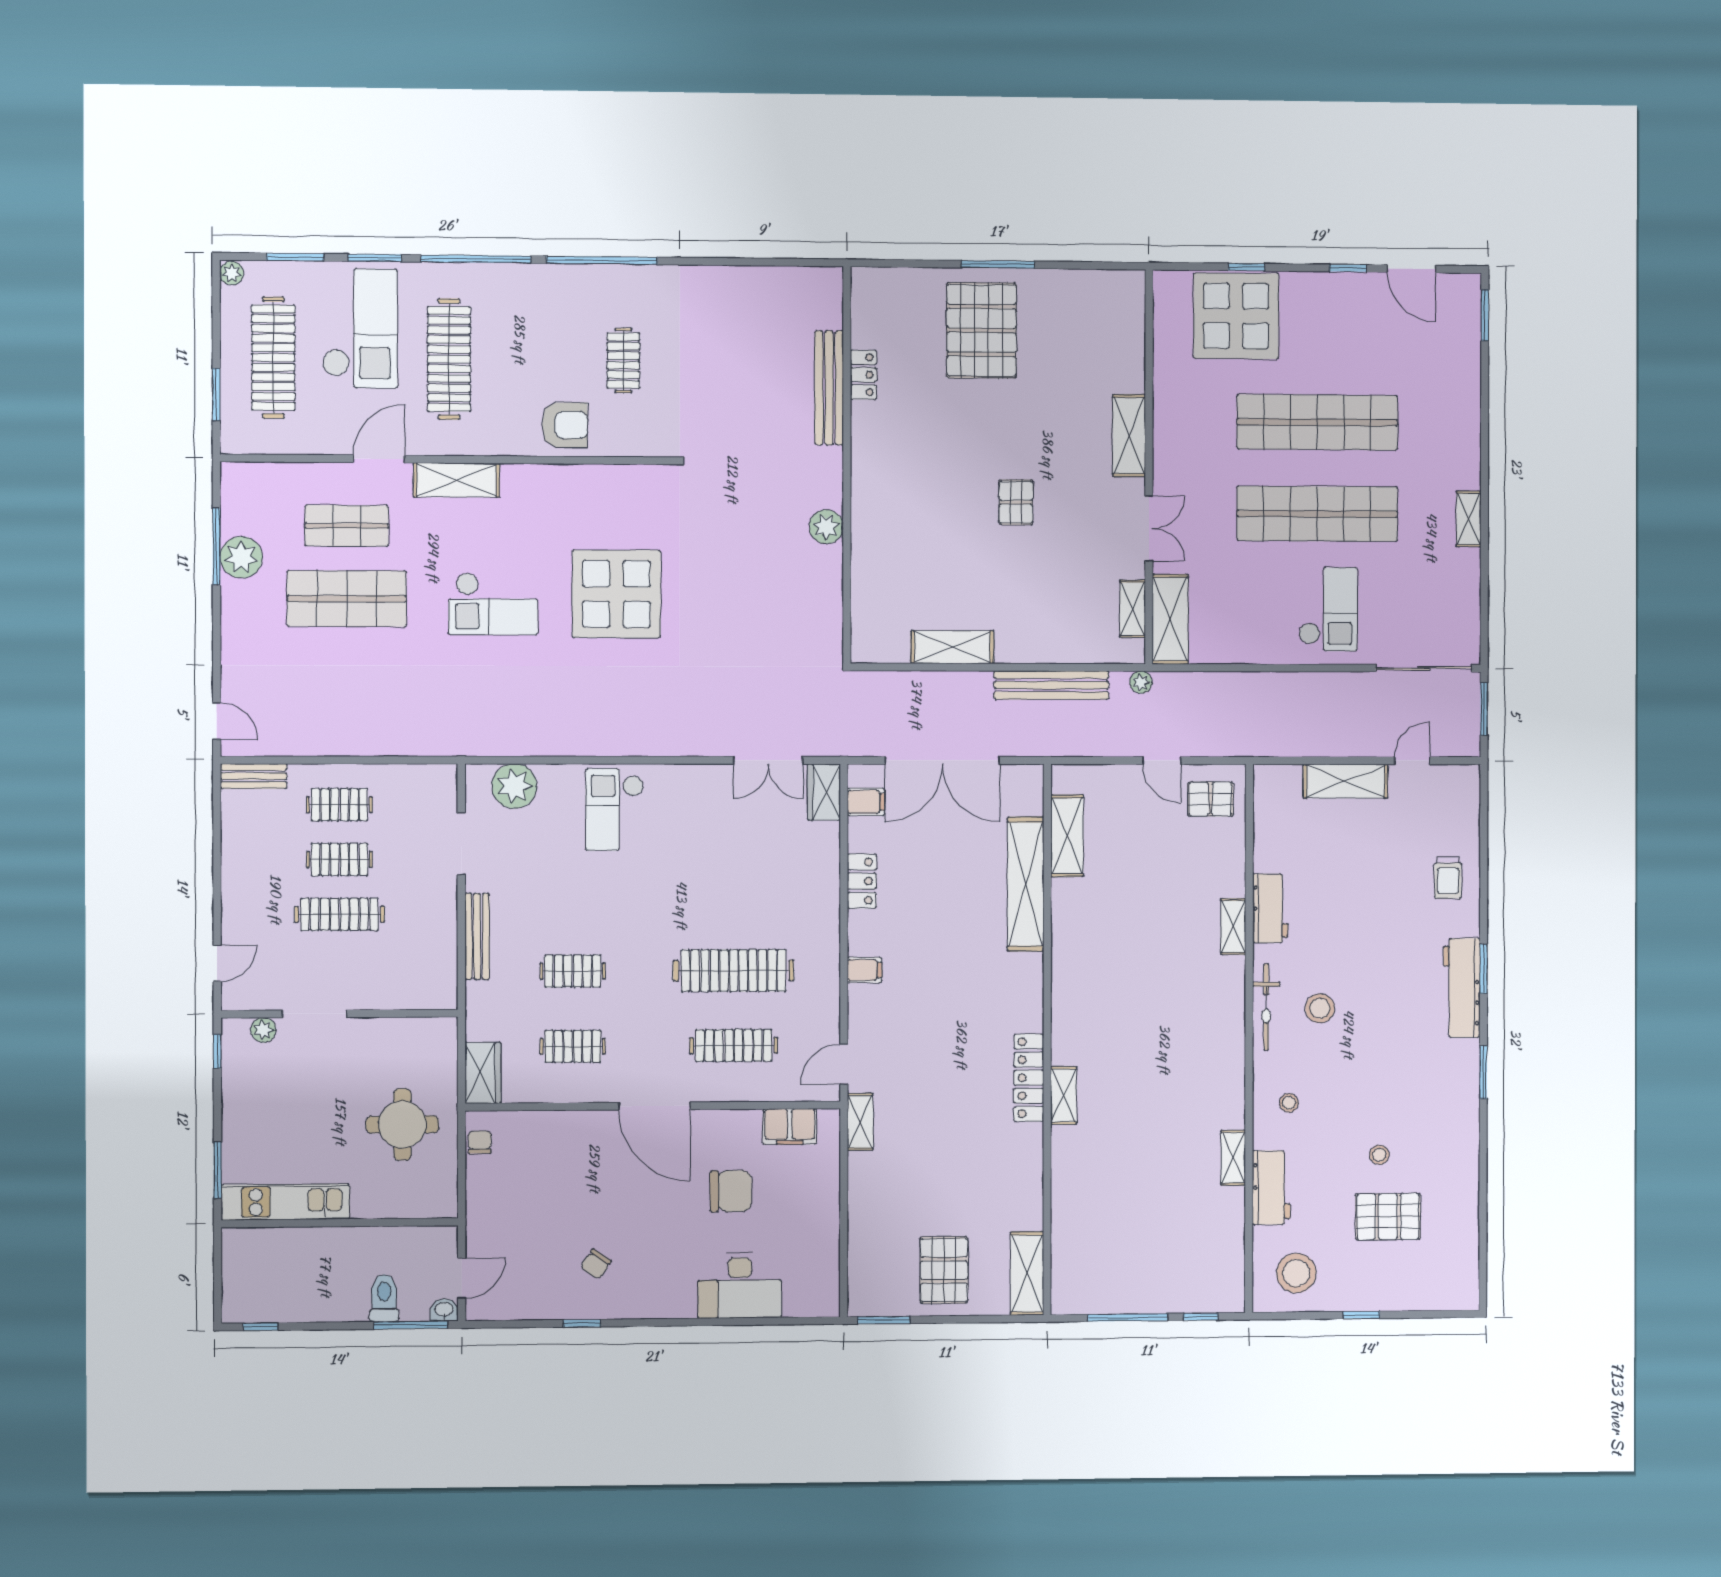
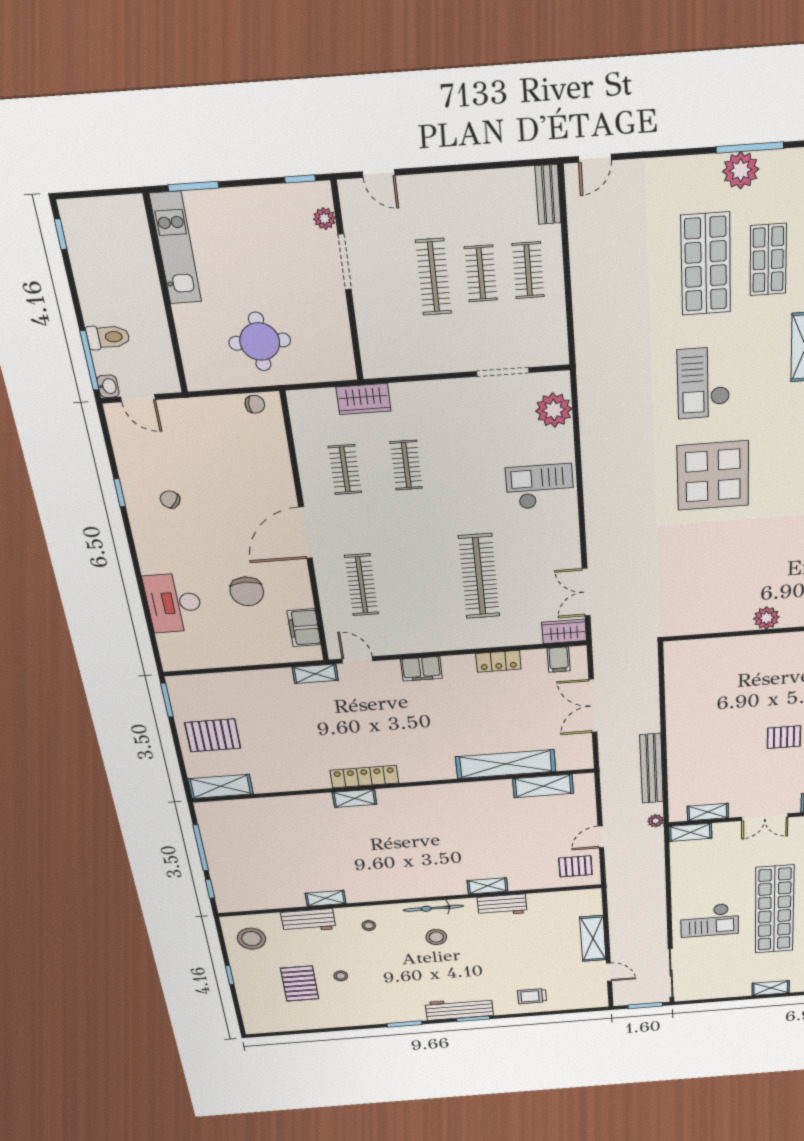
shelving: (1170, 619) -> (690, 832), width x0.67, depth x0.75
shelving: (952, 647) -> (677, 706), removed
double door: (942, 760) -> (593, 706), width x0.73
pallet: (1210, 799) -> (575, 866), turned 90
bench: (477, 936) -> (427, 390), removed
clothes rail: (734, 970) -> (479, 576), moved
filing cabinet: (864, 970) -> (421, 669), width x2.00
wardrobe: (483, 1073) -> (363, 399), moved

